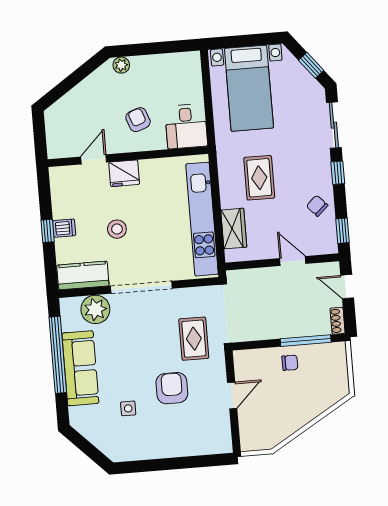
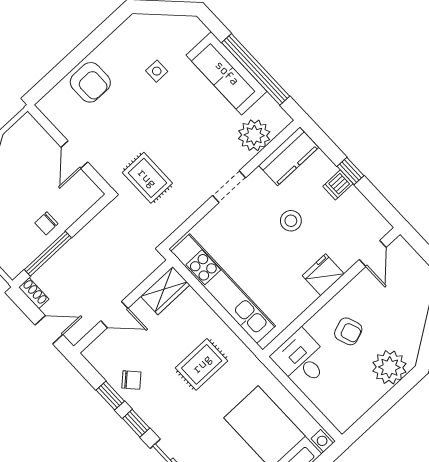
plant: (121, 65) -> (389, 367), width x1.88, depth x1.88
door: (94, 159) -> (373, 253), moved
rug: (259, 178) -> (202, 364), turned 90
wardrobe: (234, 229) -> (165, 291), moved, turned -90
window: (343, 231) -> (110, 396), moved
doorway: (141, 287) -> (229, 187), width x0.53
armchair: (172, 388) -> (90, 82), moved

